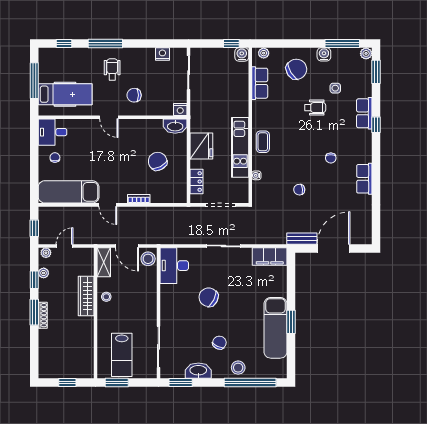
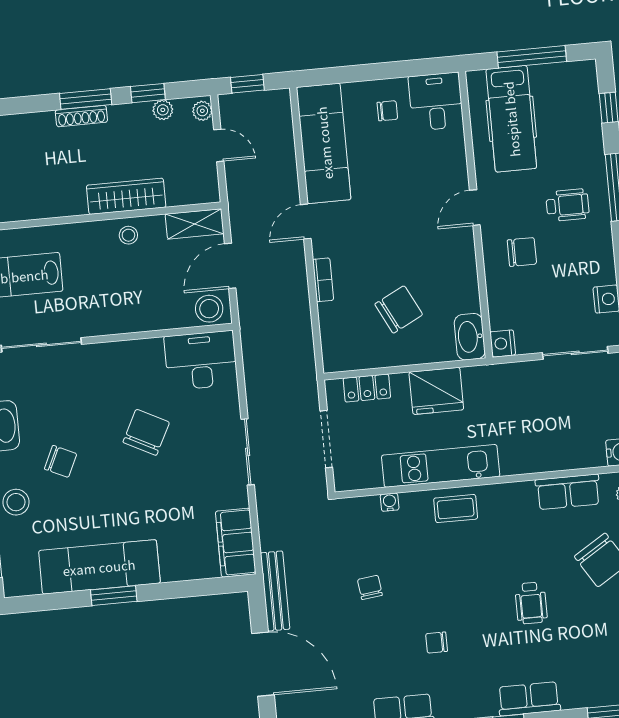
side table: (335, 88) -> (572, 638), removed
chair: (134, 95) -> (522, 252), turned 90
bench: (302, 239) -> (275, 591), width x1.36

